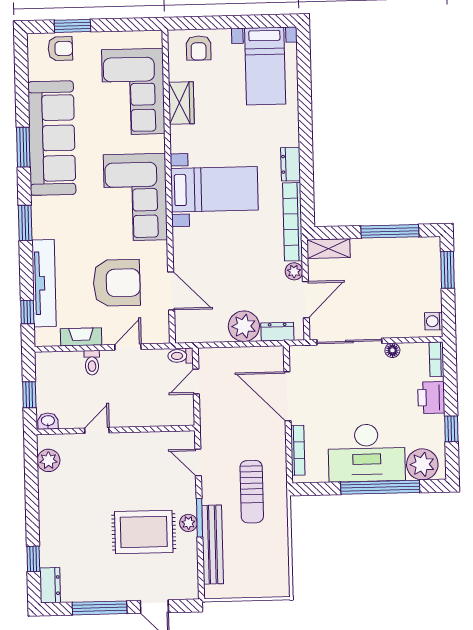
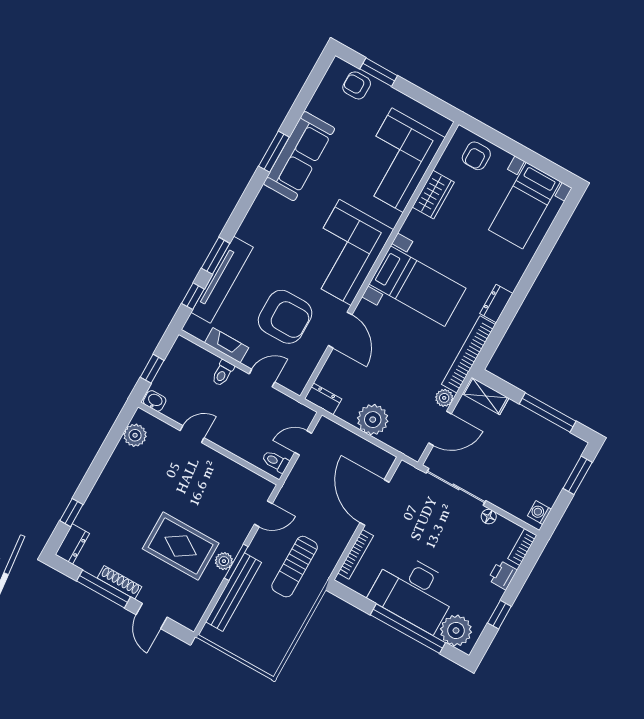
armchair: (60, 49) -> (357, 85), turned 180
sofa: (52, 138) -> (299, 156), width x0.74, depth x0.79
window: (25, 223) -> (216, 256), moved
door: (171, 291) -> (340, 330), moved
dresser: (277, 332) -> (323, 399), moved
toilet: (181, 356) -> (275, 461), moved
printer: (431, 398) -> (502, 575), width x0.73, depth x0.81
door: (198, 462) -> (263, 514), swing flipped
shoe rack: (110, 594) -> (119, 582), added

